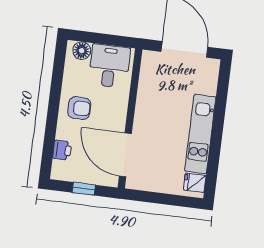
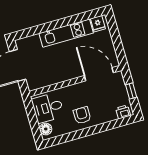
printer: (62, 150) -> (123, 112), moved
door: (125, 155) -> (99, 74), swing flipped

